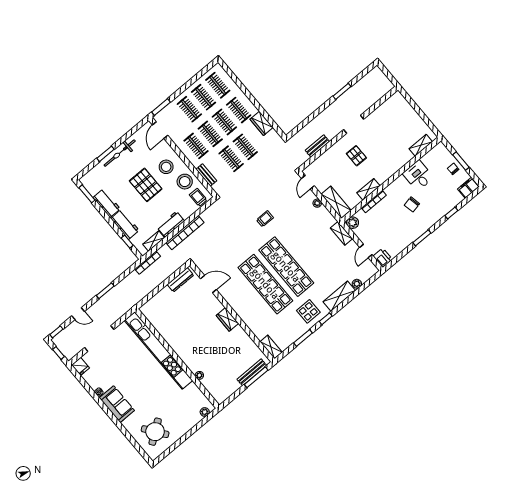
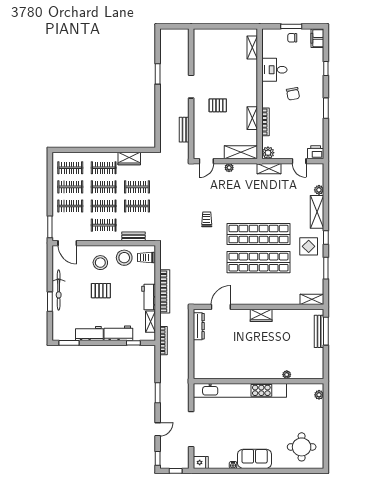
door: (308, 182) -> (206, 161), hinge flipped
pallet: (146, 185) -> (101, 291), width x0.67, depth x0.71
round table: (155, 432) -> (302, 447), turned 36

